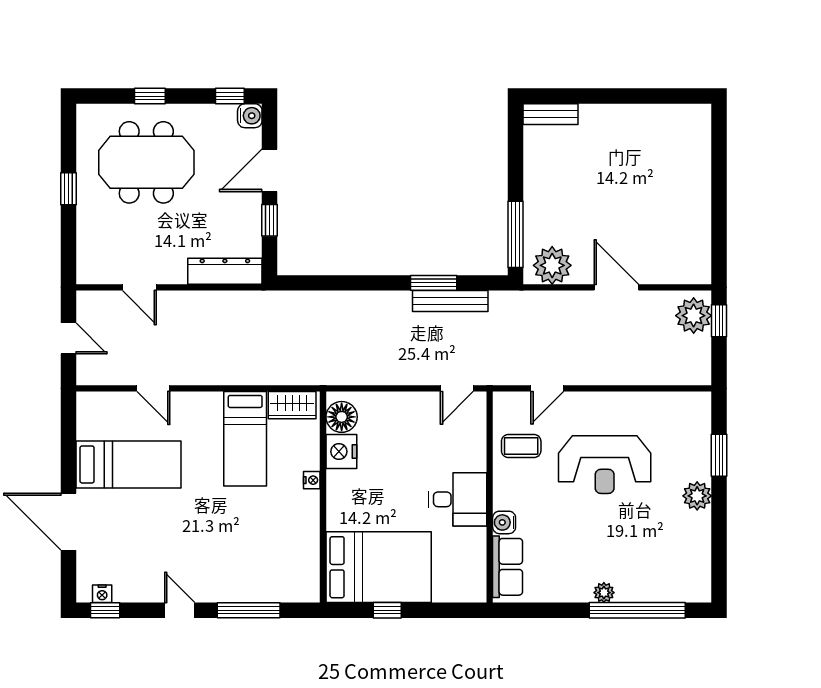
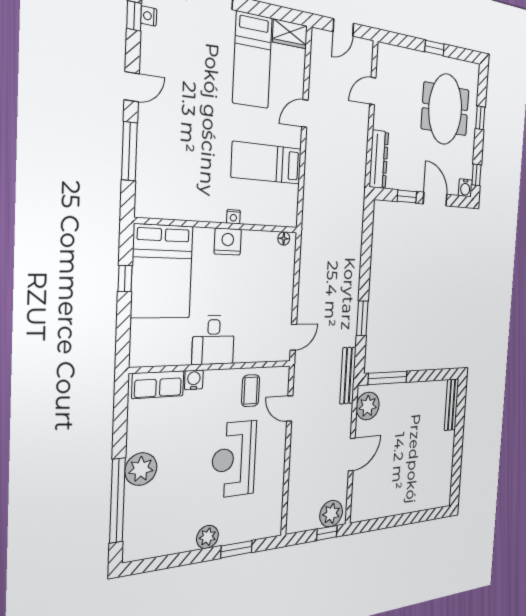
bench: (550, 114) -> (452, 405), width x1.36
bench: (450, 301) -> (348, 376), moved
door: (153, 388) -> (305, 113), moved
door: (457, 388) -> (293, 337), swing flipped
wardrobe: (292, 405) -> (290, 34), moved, turned -90
floor lamp: (342, 417) -> (284, 239), width x0.53, depth x0.53
nightstand: (341, 452) -> (228, 242), moved
plant: (604, 593) -> (141, 469), width x1.87, depth x1.87

